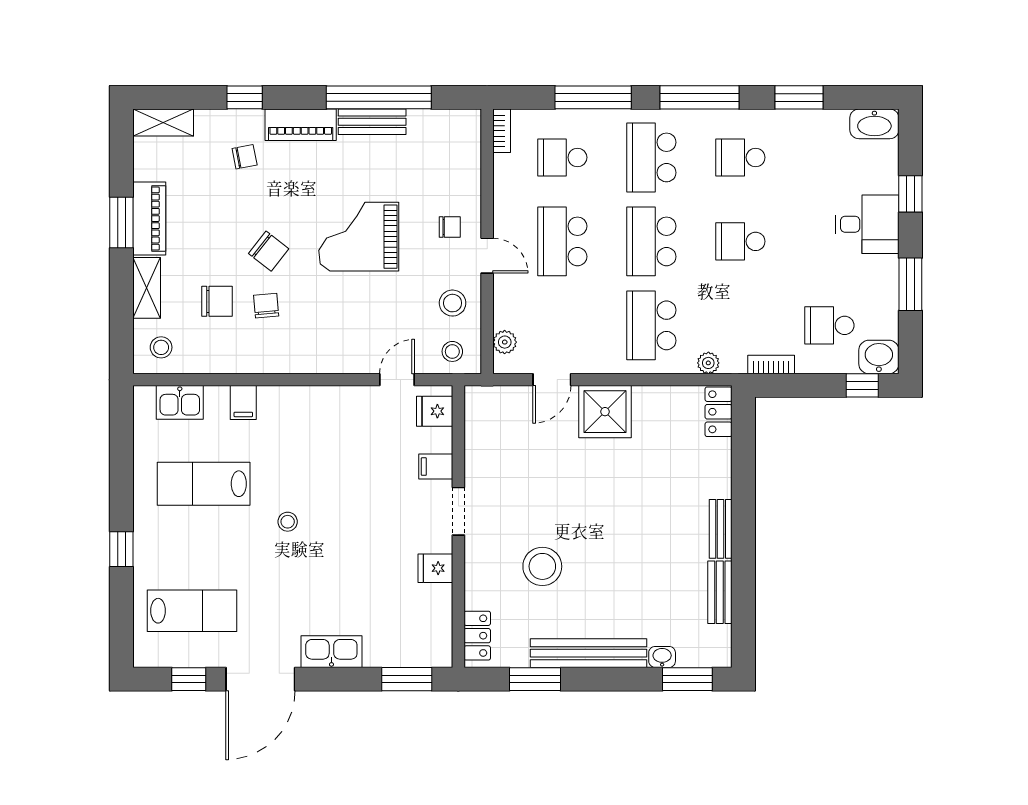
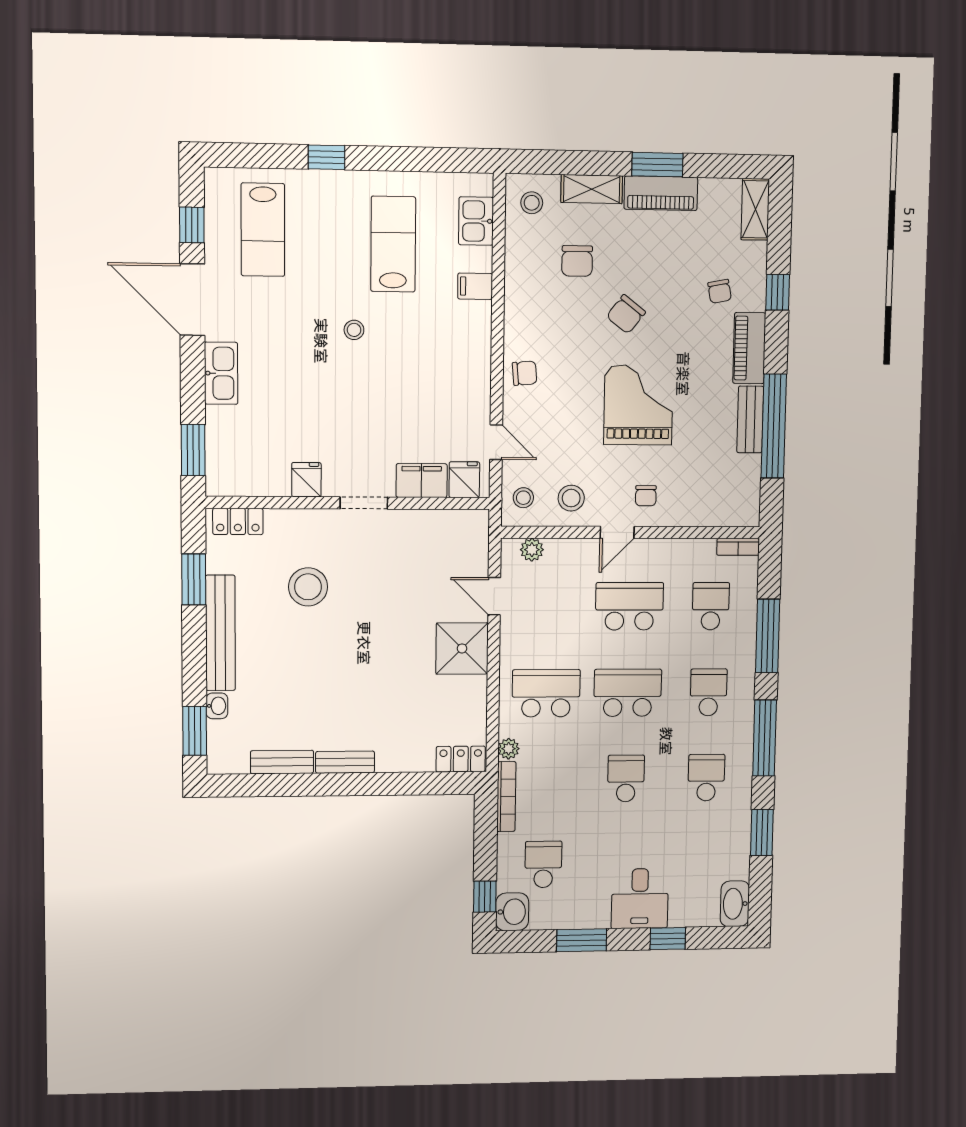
school desk: (651, 157) -> (709, 692), width x0.54
chair: (266, 306) -> (525, 373), moved
bookcase: (771, 365) -> (506, 797), width x1.56
filing cabinet: (436, 467) -> (422, 481), width x2.00

